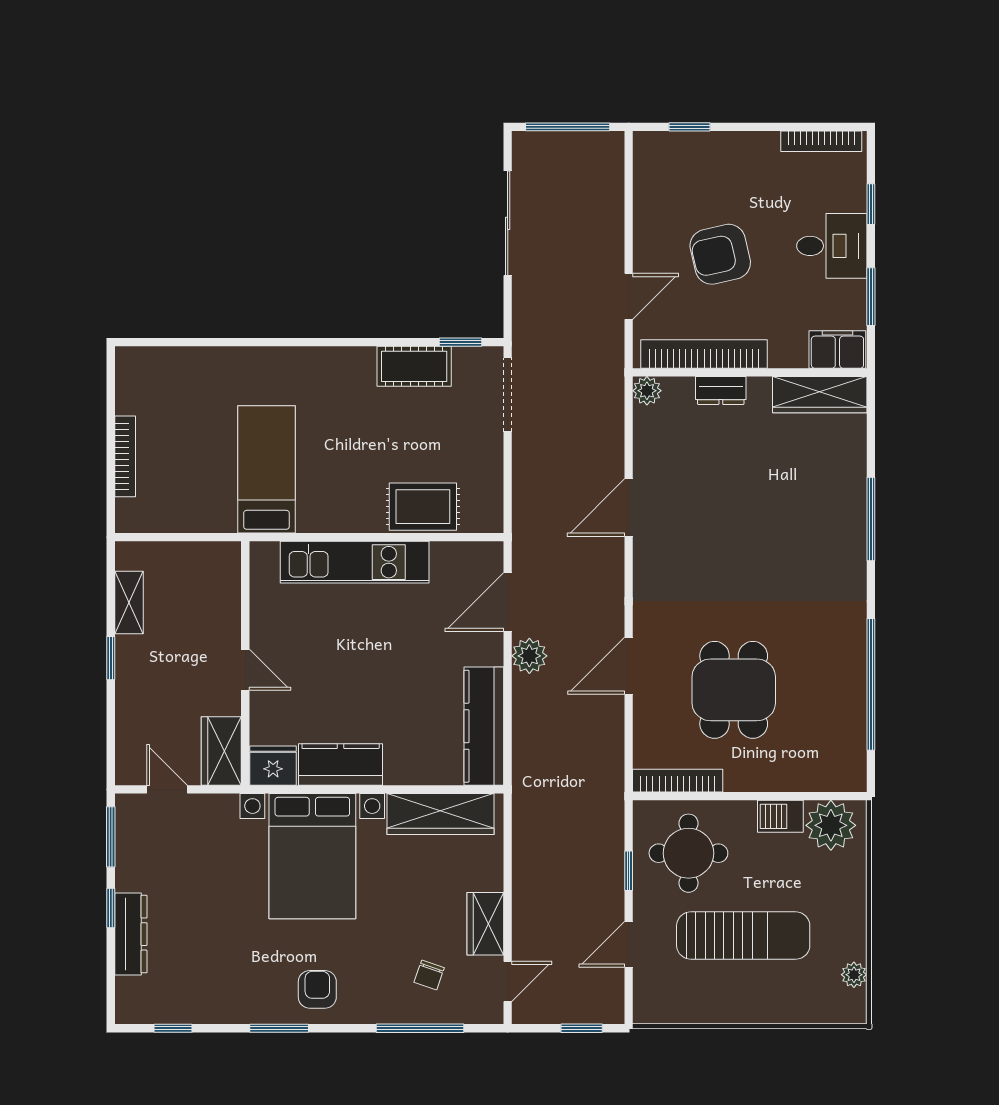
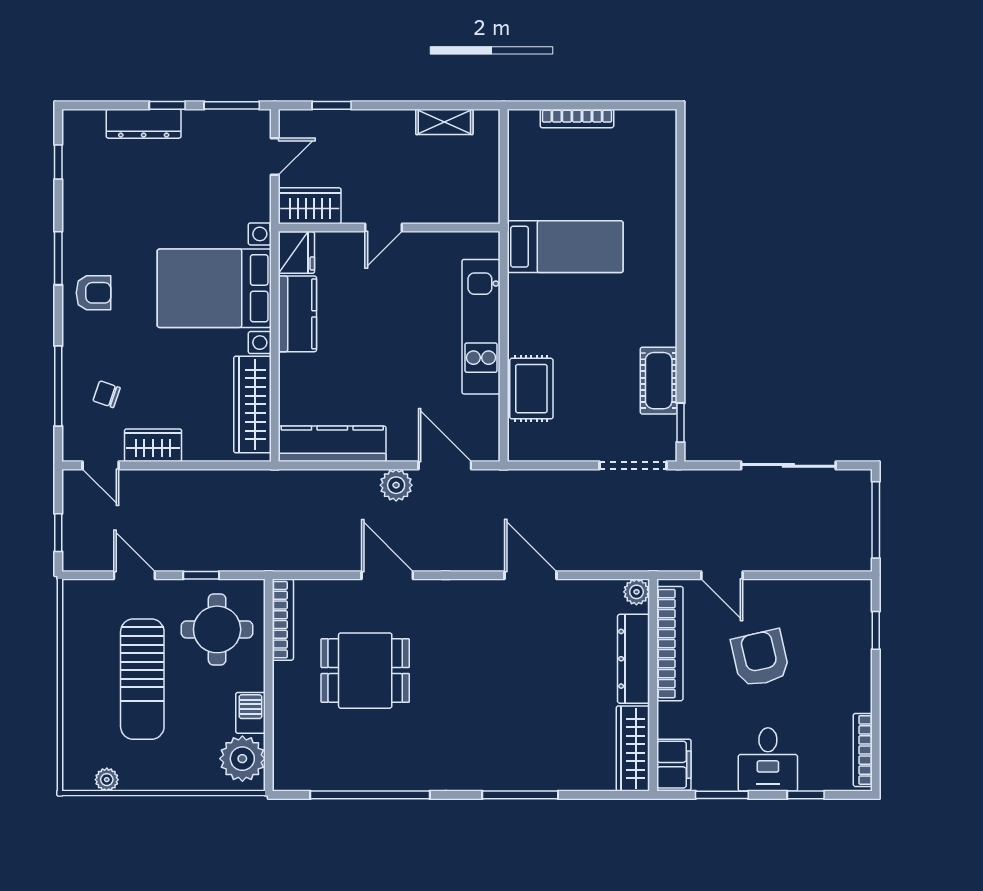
dresser: (721, 391) -> (634, 659), width x1.96, depth x1.24
window: (111, 658) -> (332, 105), moved

